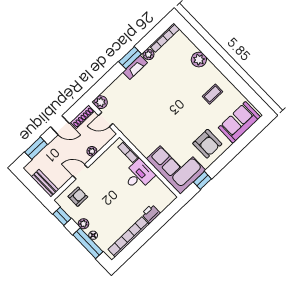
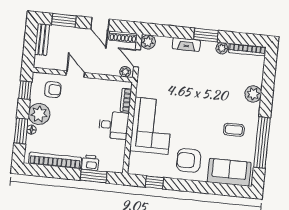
fireplace: (135, 67) -> (186, 44), moved
window: (238, 82) -> (262, 142), added
armchair: (207, 144) -> (189, 160), turned 90
plant: (92, 151) -> (125, 72), moved
corner sofa: (176, 165) -> (151, 126), moved
bench: (45, 183) -> (42, 39), moved
window: (162, 219) -> (93, 176), added
plant: (83, 224) -> (39, 114), width x1.87, depth x1.87
window: (88, 243) -> (21, 131), width x0.69

